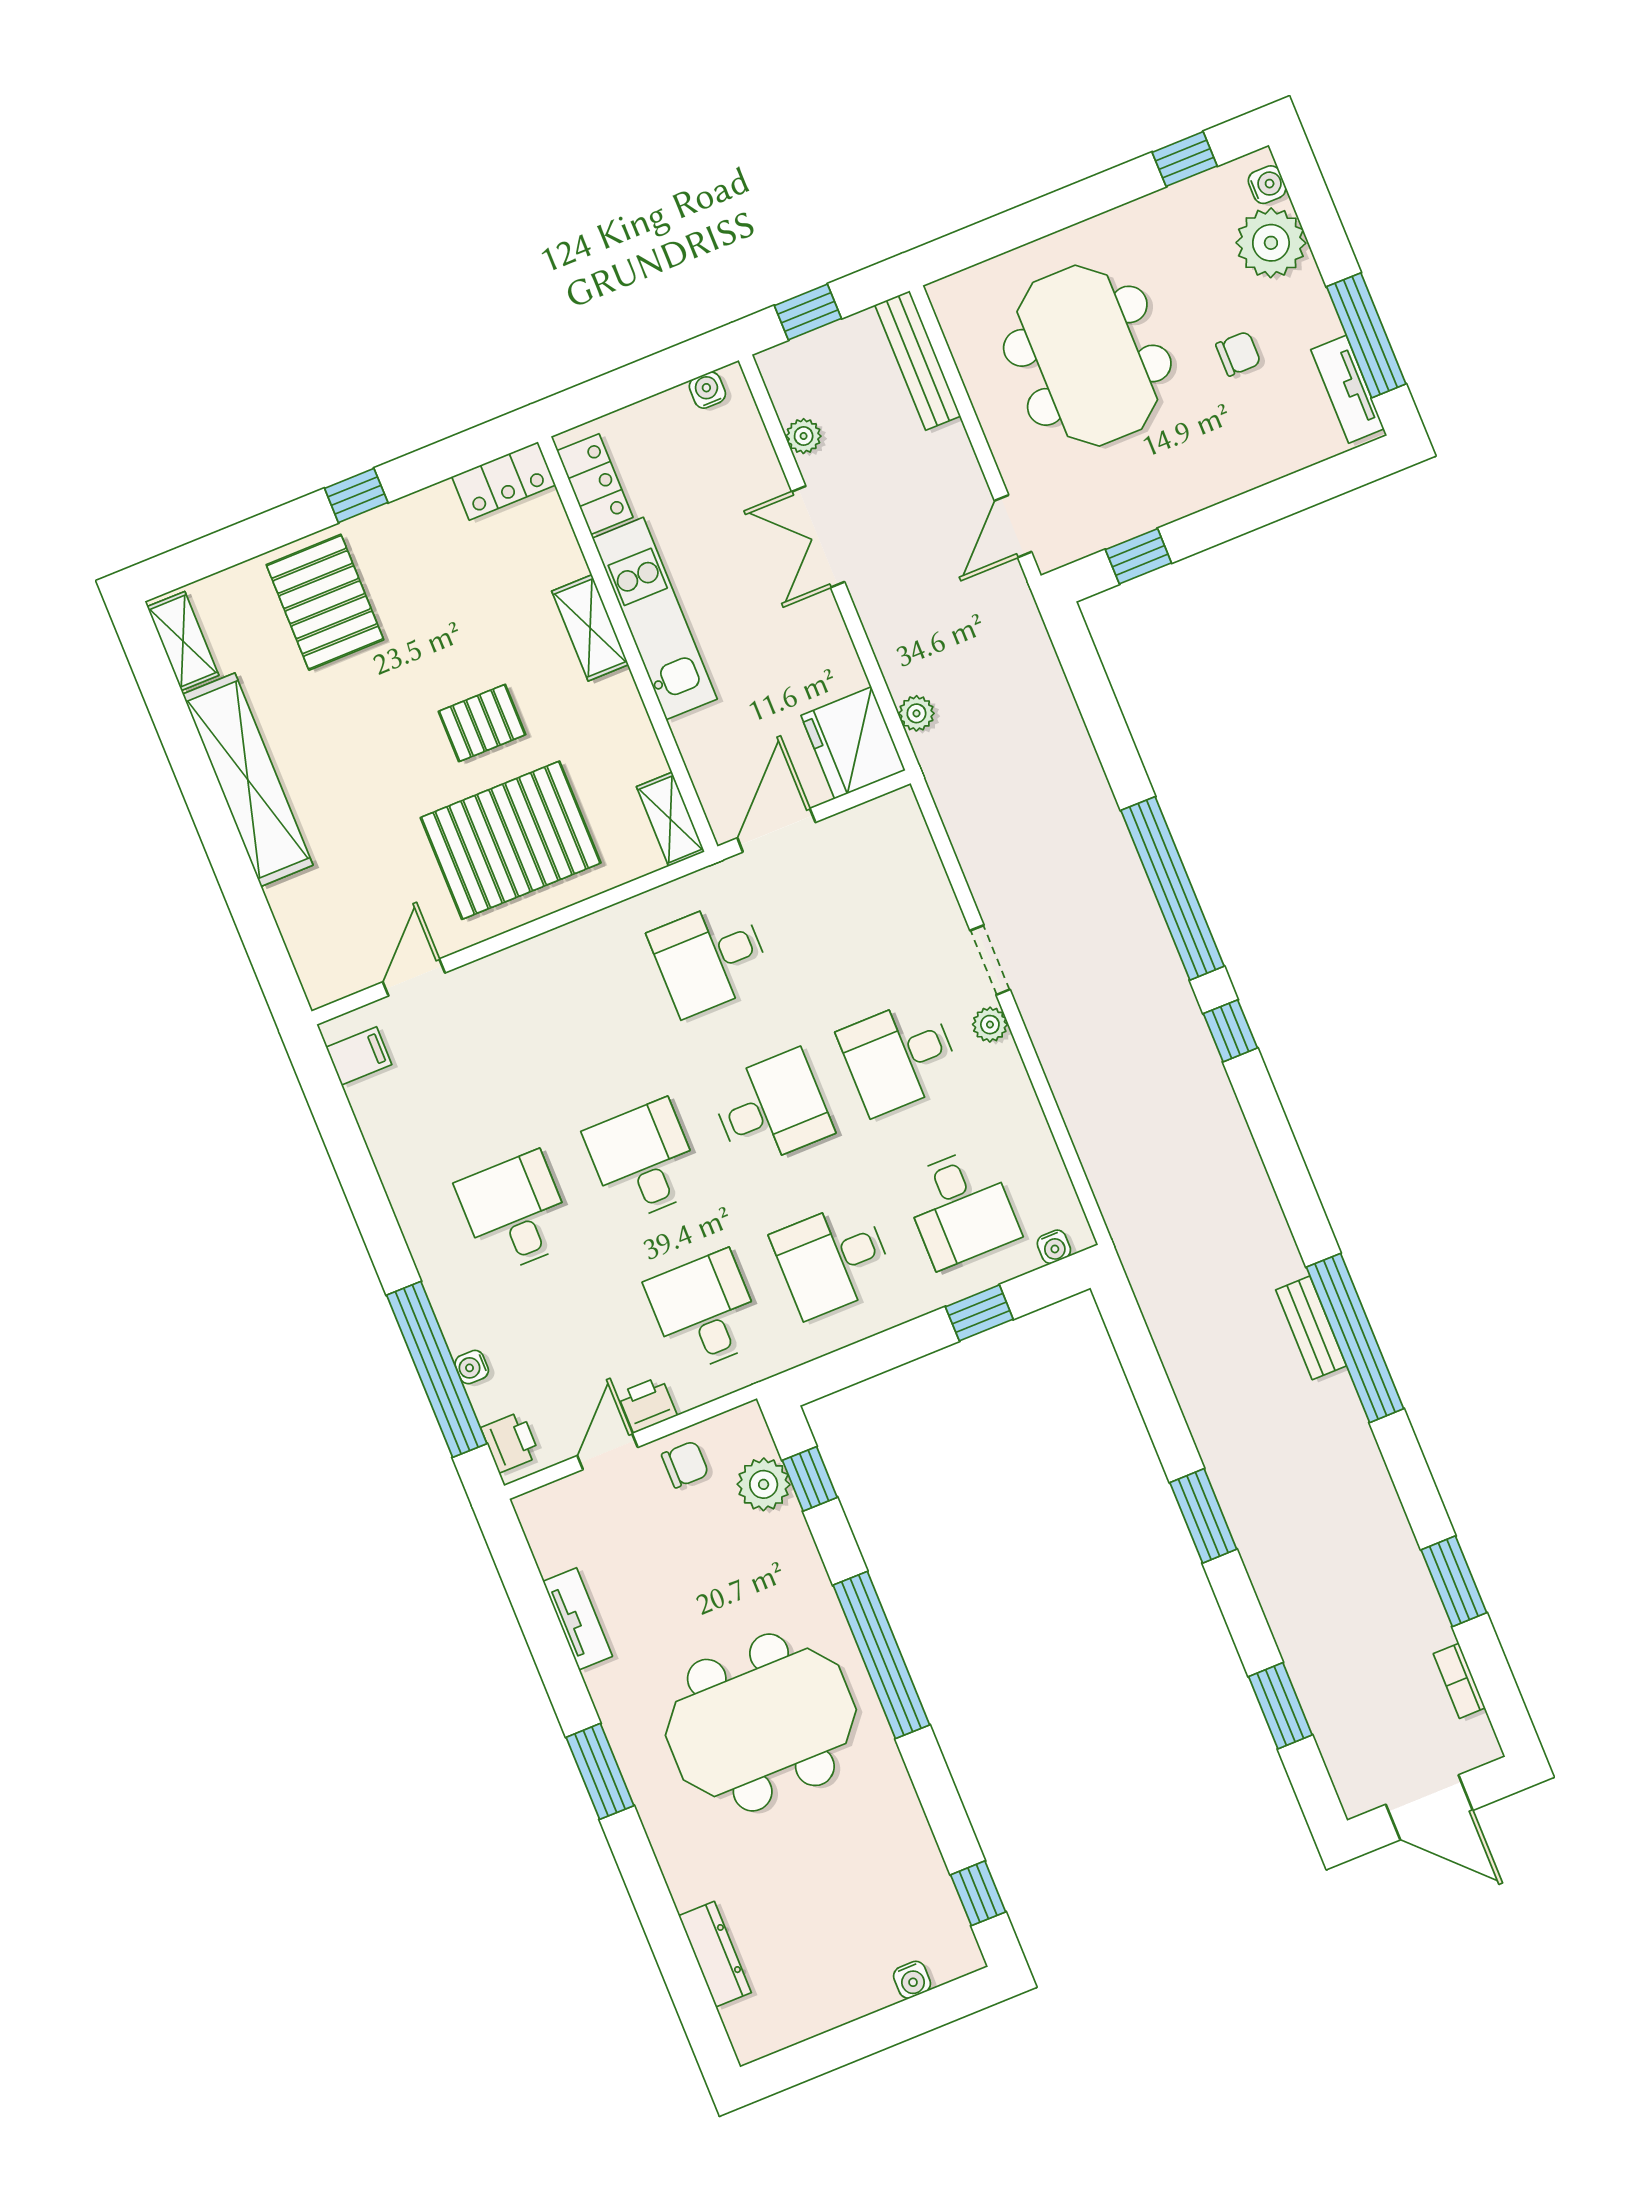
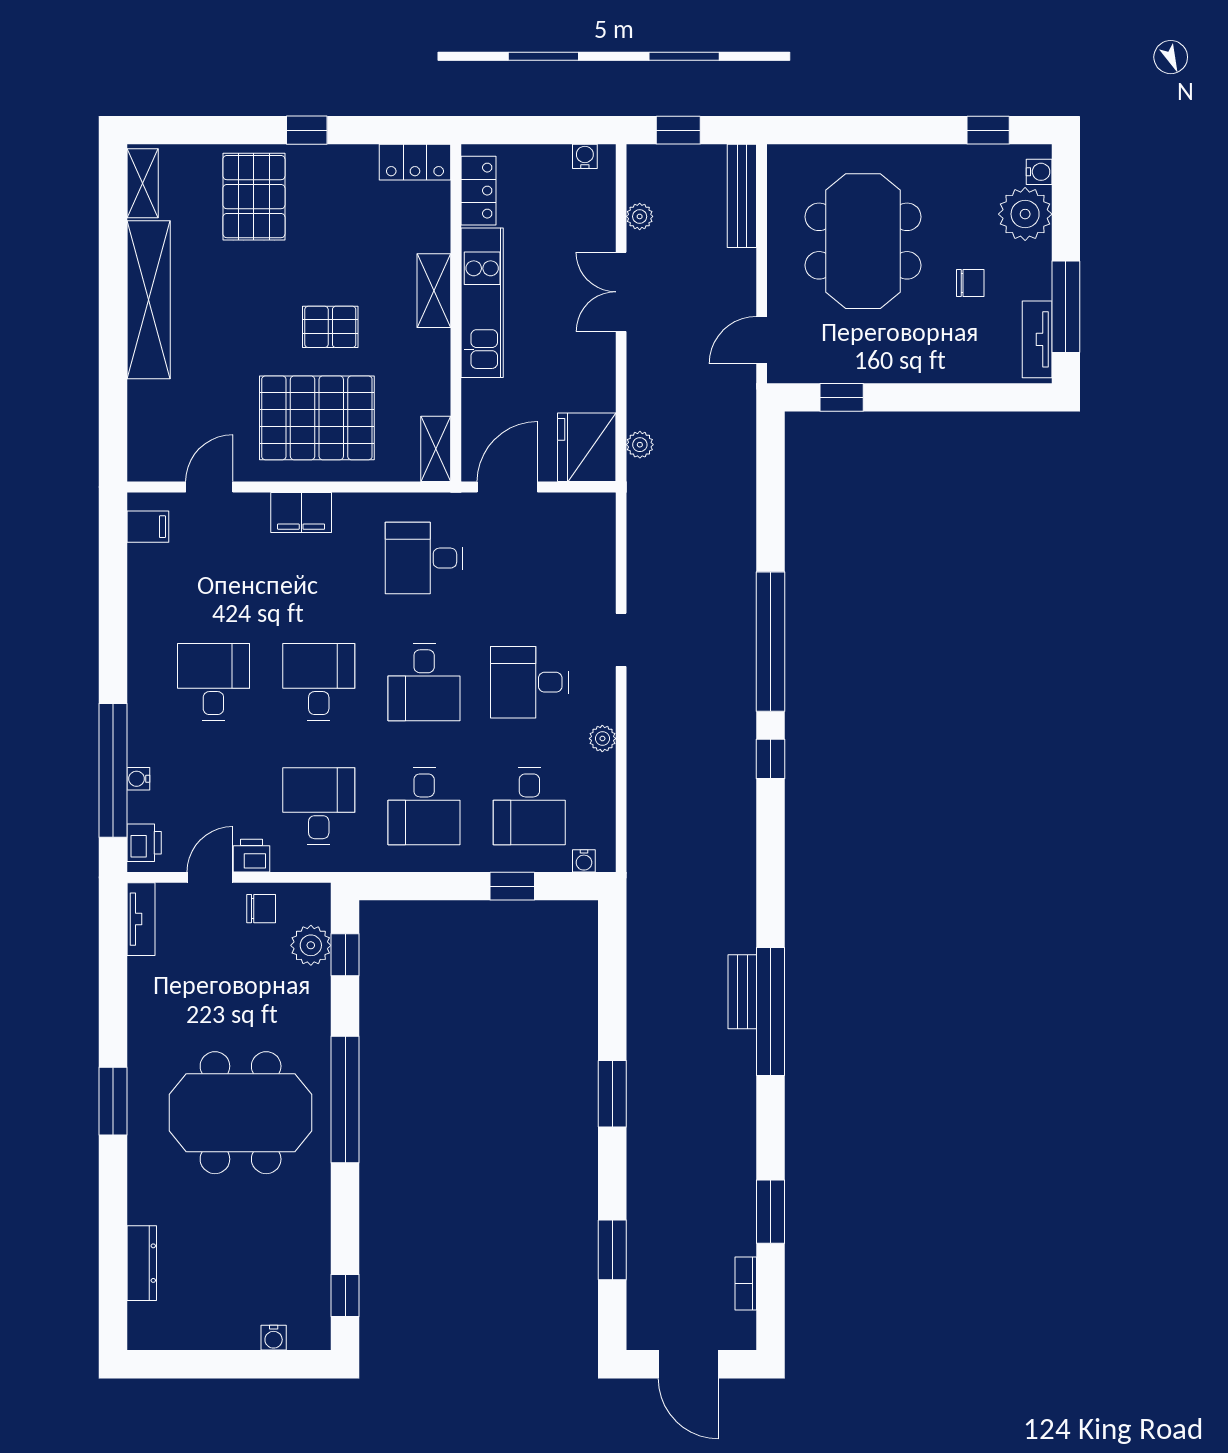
filing cabinet: (538, 963) -> (301, 512), added
plant: (990, 1025) -> (602, 739), moved
desk: (771, 1109) -> (424, 682), turned 90
desk: (833, 1259) -> (424, 806), turned -90
tv unit: (578, 1619) -> (141, 919), moved

